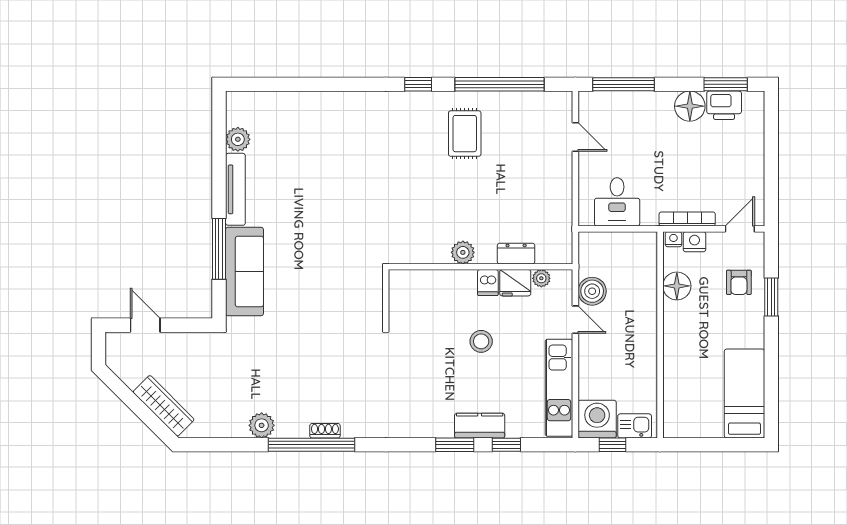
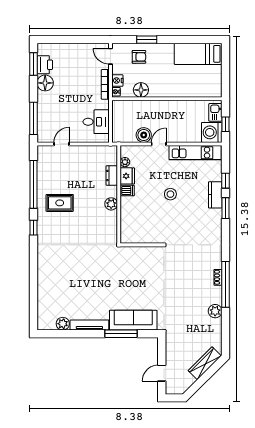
plant: (463, 252) -> (111, 204), moved
dresser: (516, 254) -> (112, 176), moved
wall: (481, 267) -> (119, 194), moved
plant: (541, 278) -> (125, 162), moved
dishwasher: (488, 283) -> (127, 191), moved
fridge: (515, 283) -> (127, 176), moved

